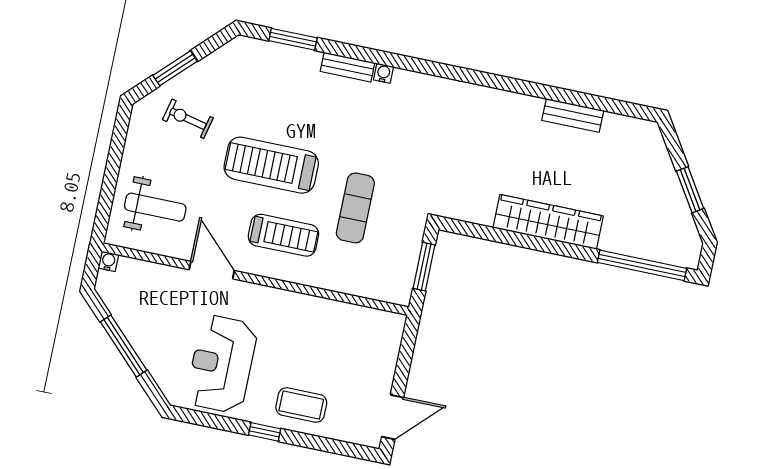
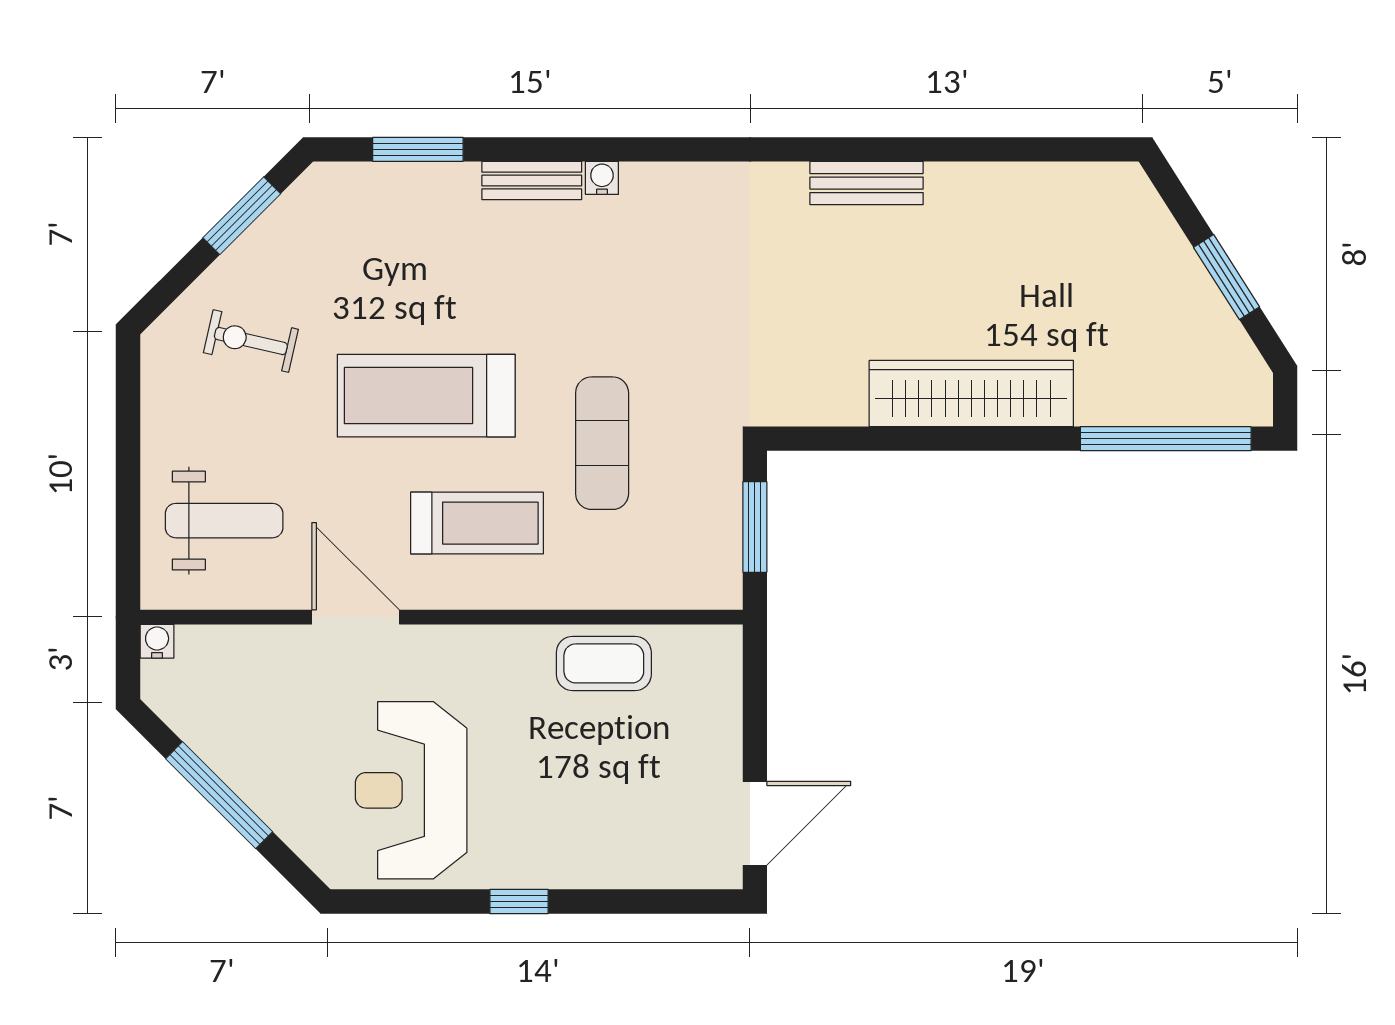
window: (175, 68) -> (242, 216), moved
bench: (573, 116) -> (867, 183), moved
coffee table: (301, 405) -> (604, 663), moved

